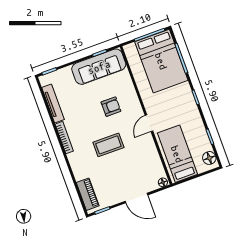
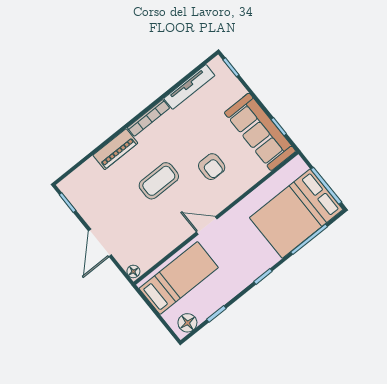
coffee table: (108, 145) -> (159, 181), turned 90
piano: (88, 194) -> (115, 149), moved

